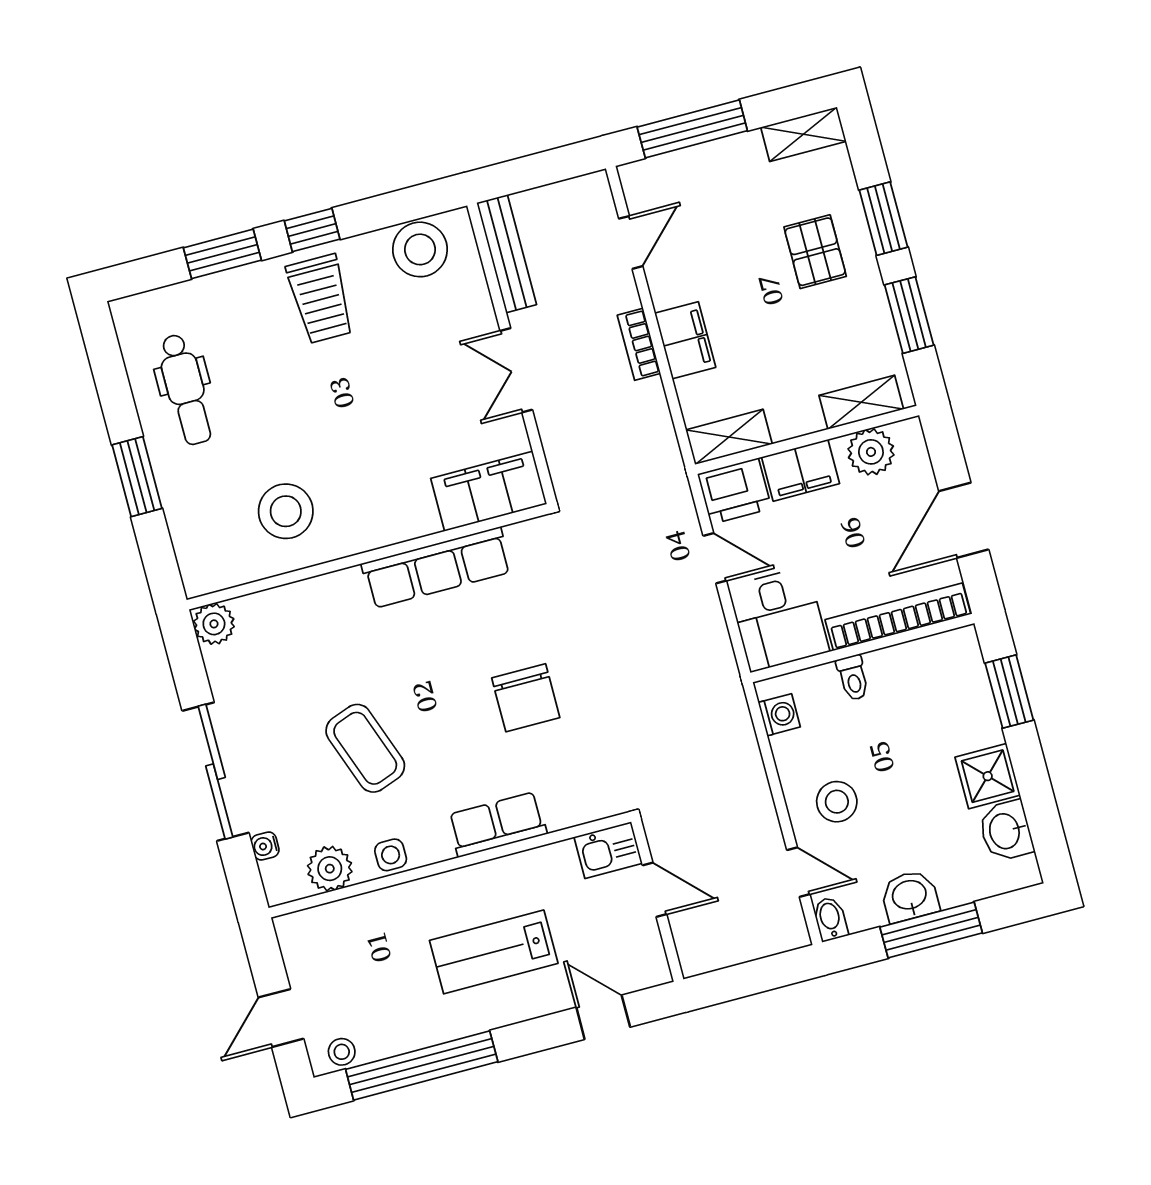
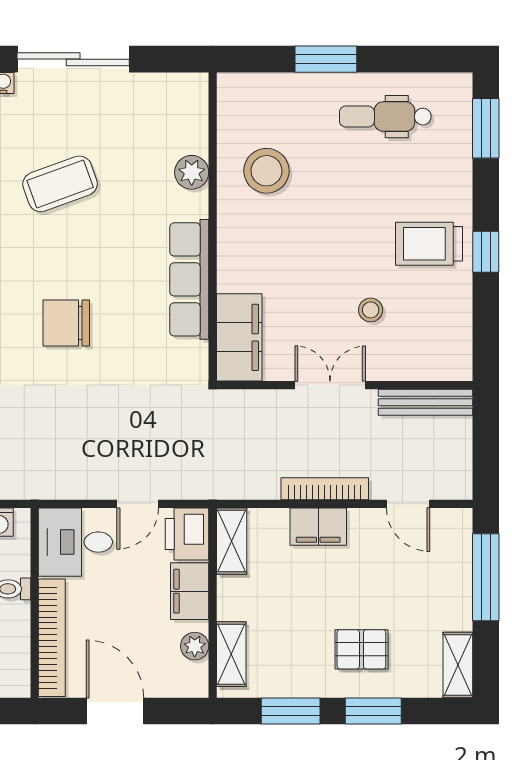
stool: (420, 249) -> (371, 310), moved, width x0.53, depth x0.53
window: (222, 254) -> (486, 128), moved
bookcase: (639, 344) -> (325, 489), width x1.56
plant: (871, 452) -> (195, 646), width x0.73, depth x0.73
plant: (214, 624) -> (192, 172), moved

